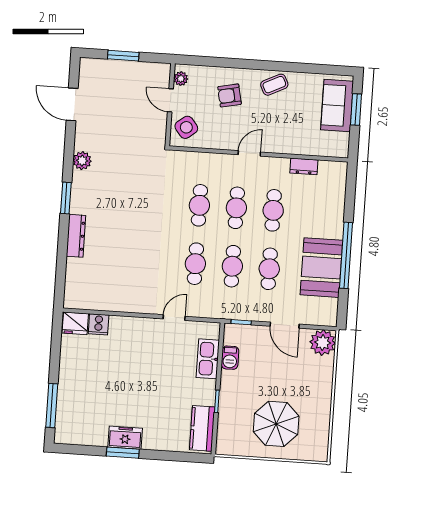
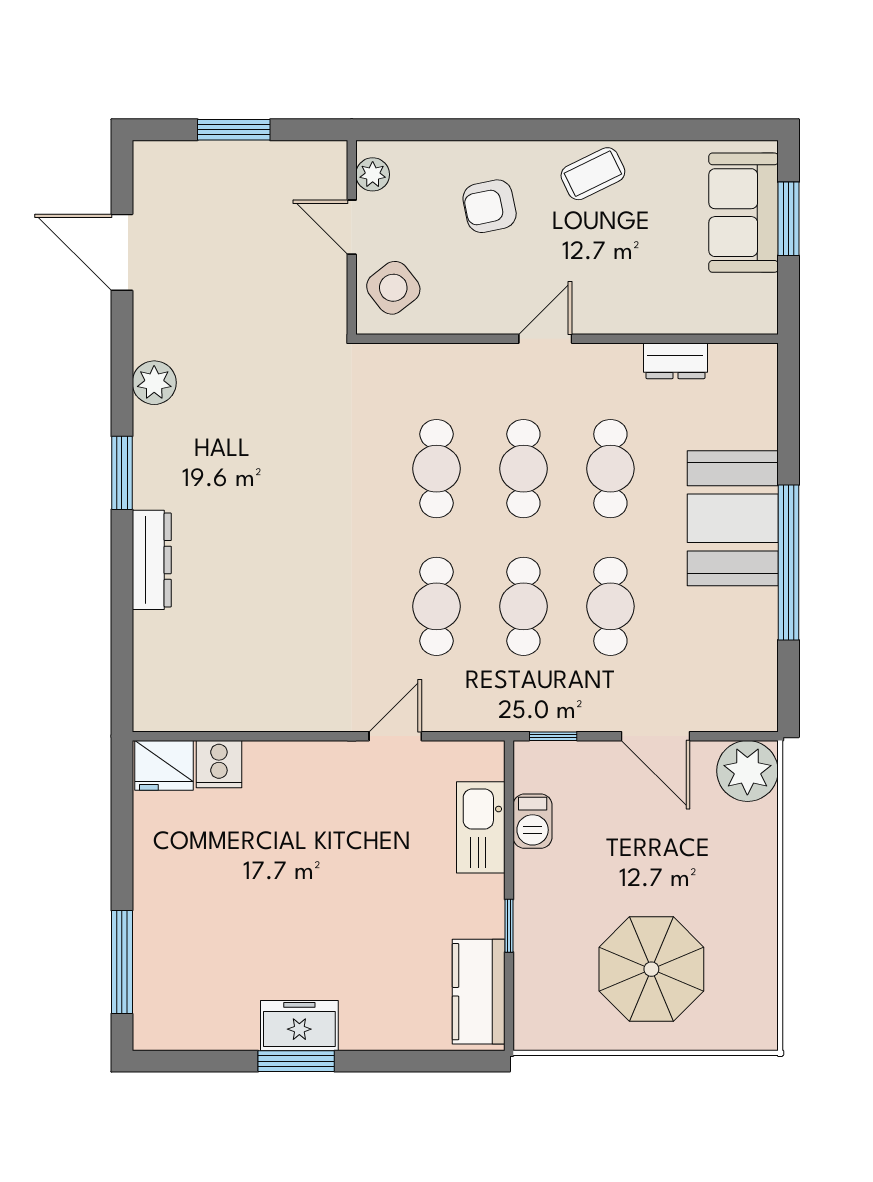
booth: (321, 268) -> (733, 518), moved

